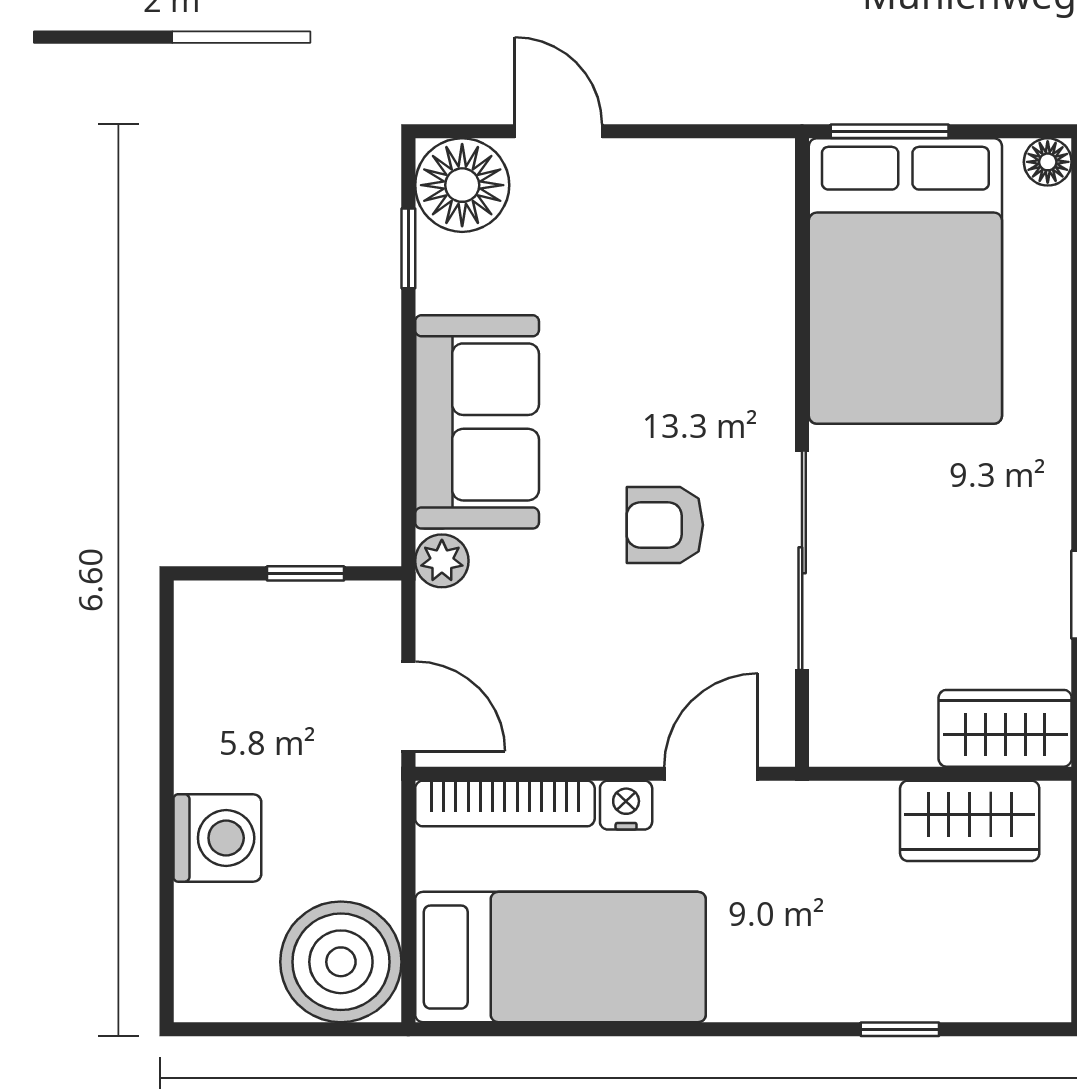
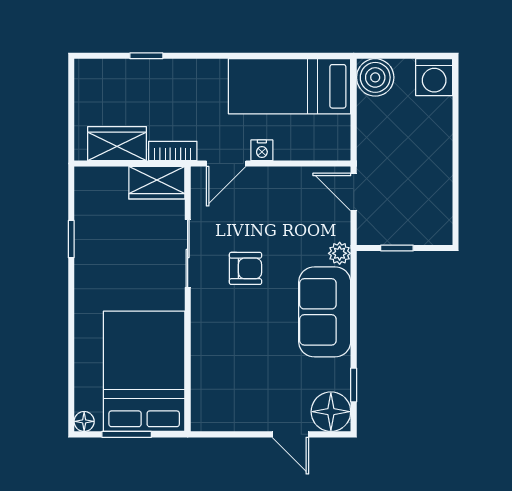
window: (890, 131) -> (127, 434), moved
sliding door: (802, 560) -> (188, 254), width x0.73
wardrobe: (1005, 728) -> (157, 183), moved
bookcase: (505, 804) -> (173, 151), moved, width x0.64
washing machine: (217, 838) -> (434, 77), moved, turned -90
boiler: (341, 962) -> (375, 77), width x0.73, depth x0.73

